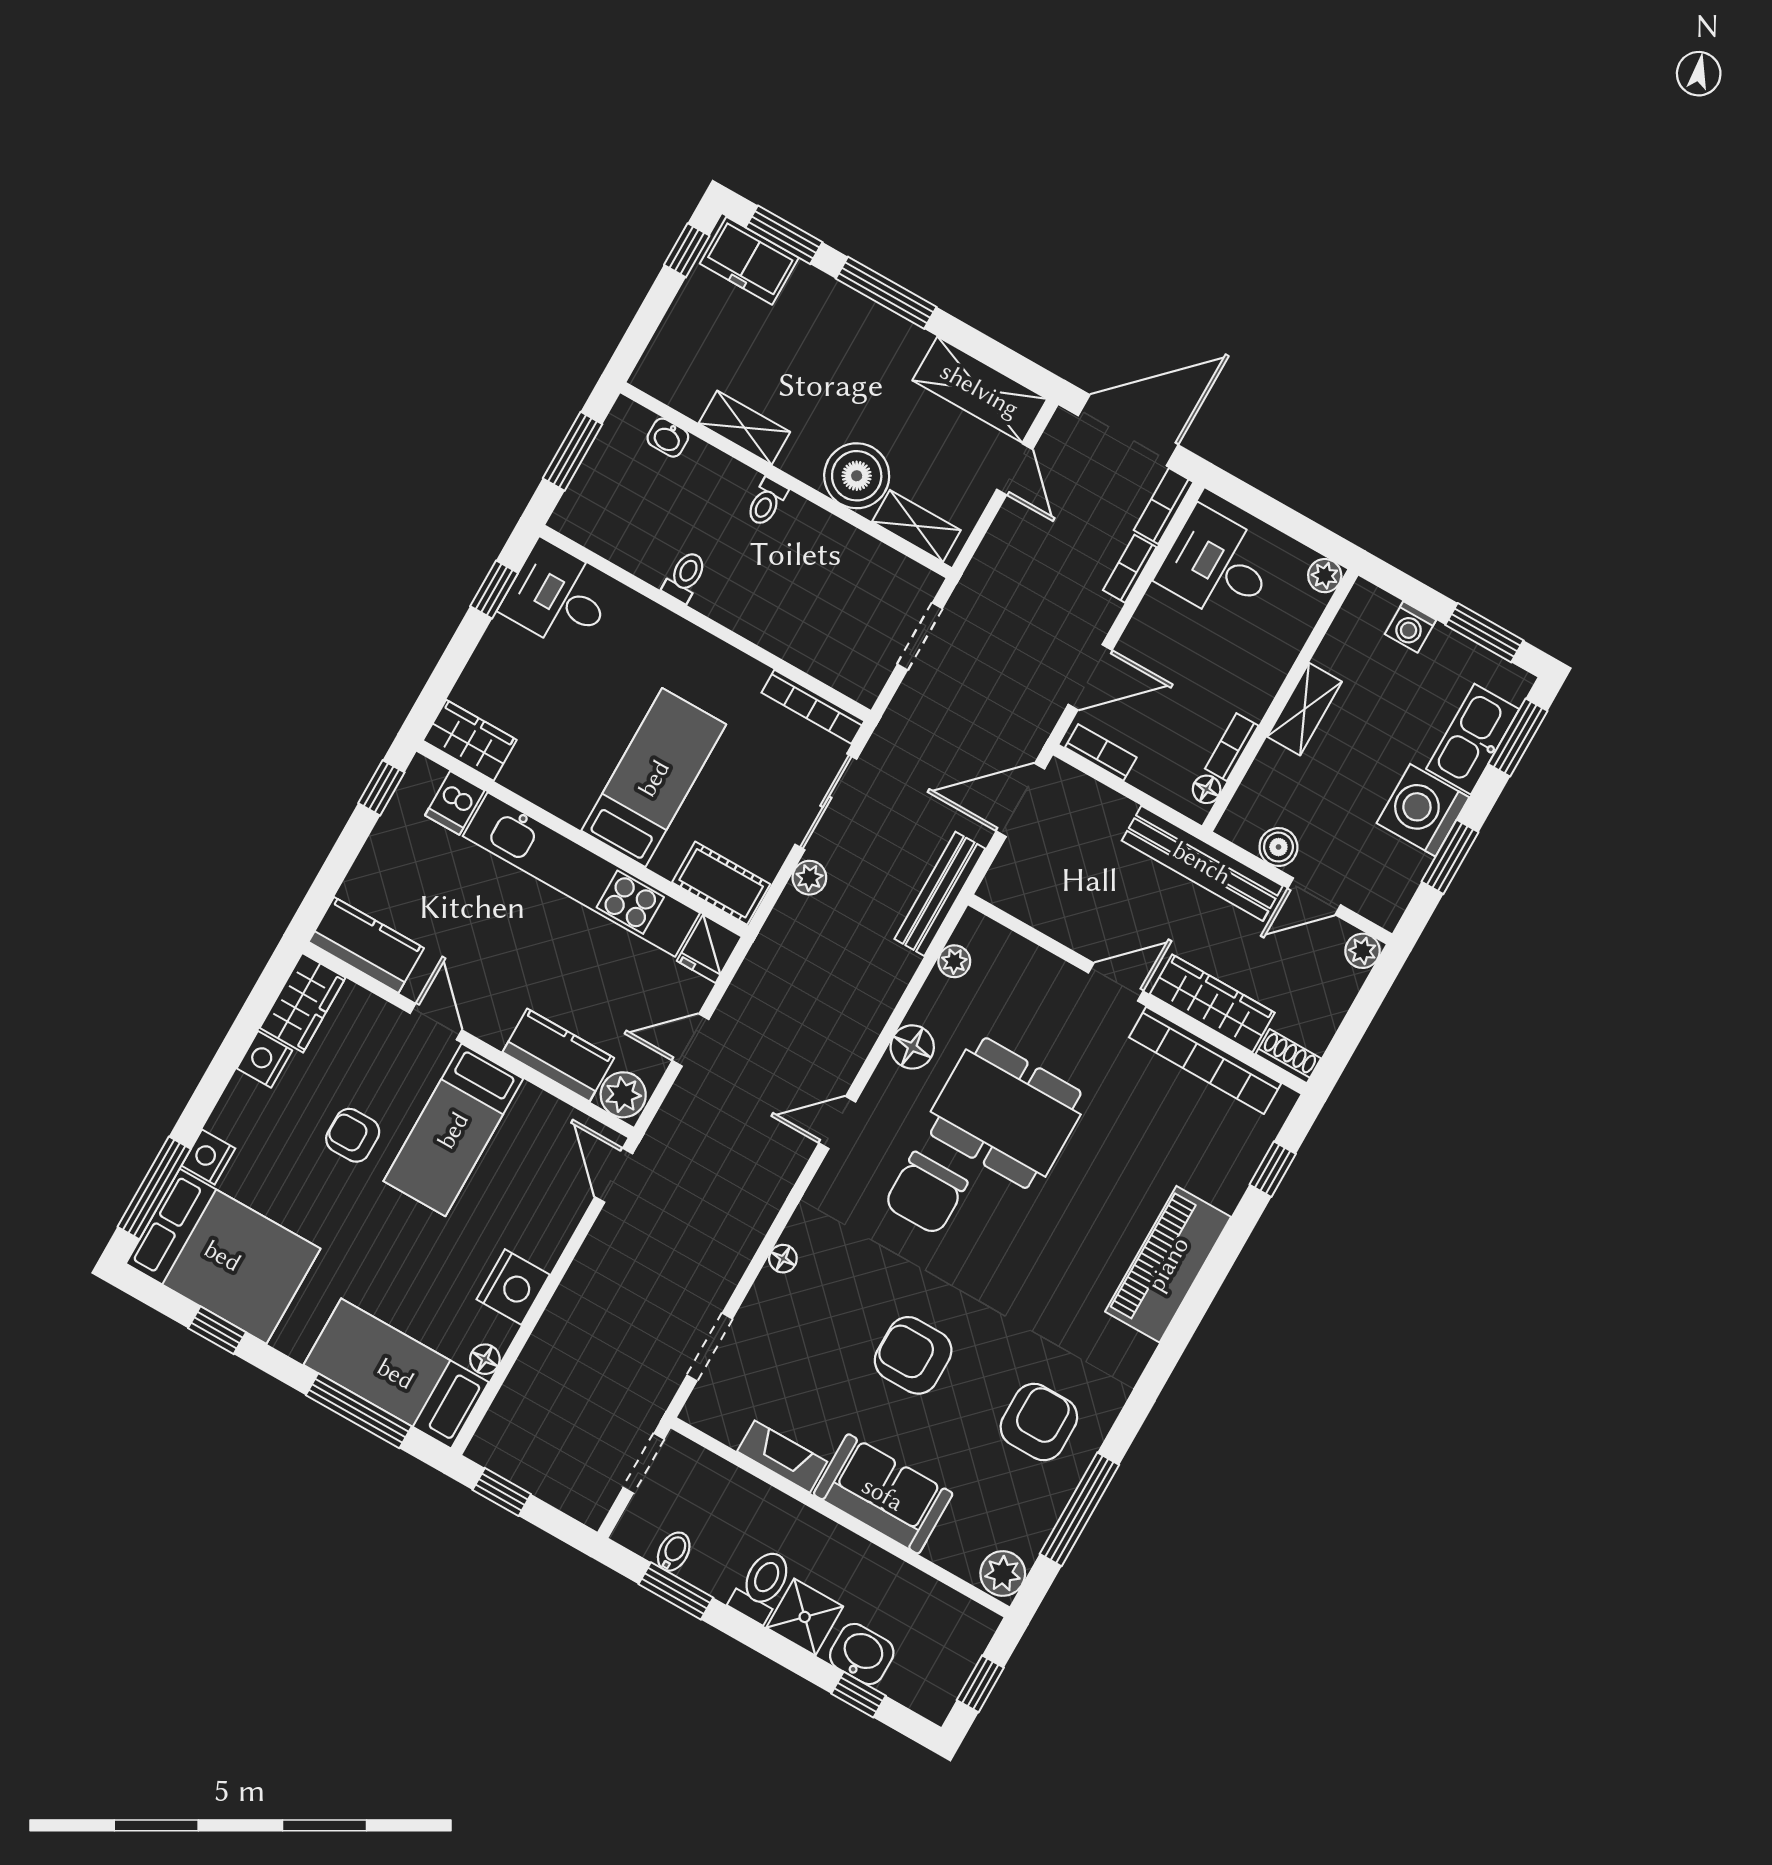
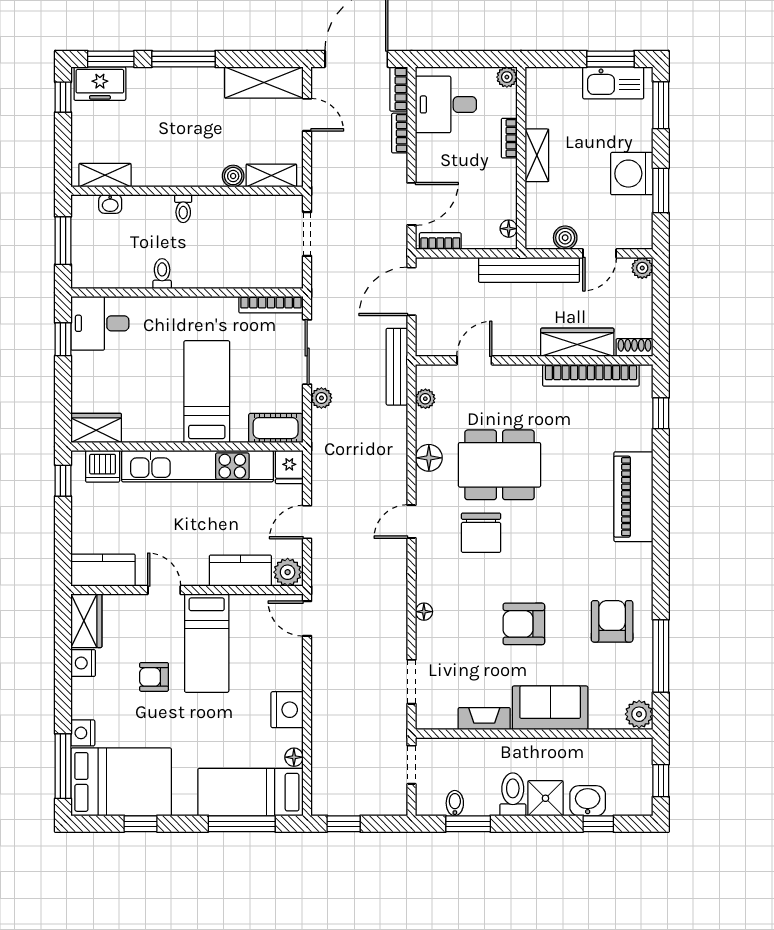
shelving: (744, 428) -> (105, 175), moved
boiler: (857, 476) -> (233, 176), width x0.54, depth x0.54
washing machine: (1410, 627) -> (569, 79), removed
kitchen sink: (1473, 739) -> (613, 83), moved, turned -90
bookcase: (1232, 747) -> (509, 138), moved
dishwasher: (455, 803) -> (103, 466), width x1.38
door: (1116, 982) -> (474, 360), moved

